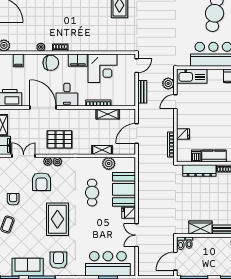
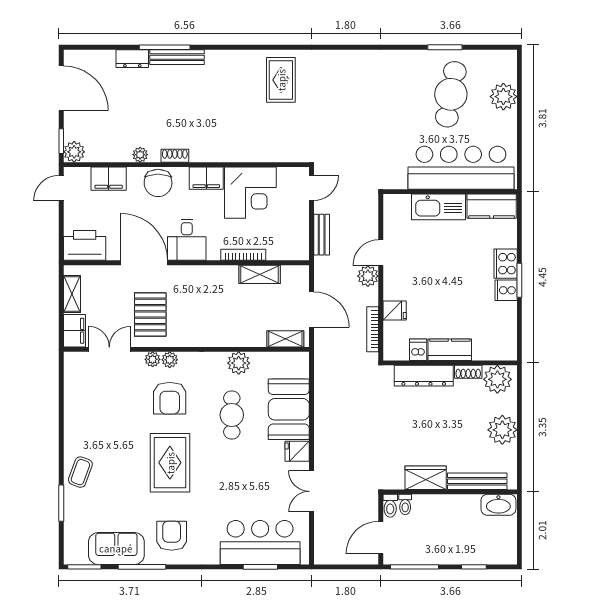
filing cabinet: (18, 60) -> (109, 179), width x2.00
chair: (51, 63) -> (158, 183), turned 91
kitchen sink: (192, 76) -> (439, 207), moved
plant: (168, 84) -> (368, 276), moved
door: (137, 134) -> (311, 309), swing flipped
pallet: (60, 139) -> (150, 315), moved, turned 90
shelving: (102, 150) -> (285, 339), moved
plant: (109, 163) -> (239, 363), moved
armchair: (41, 182) -> (170, 398), moved
armchair: (13, 199) -> (91, 427), removed

